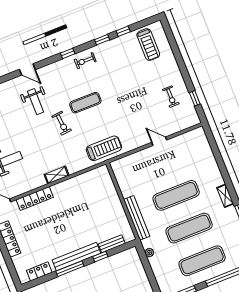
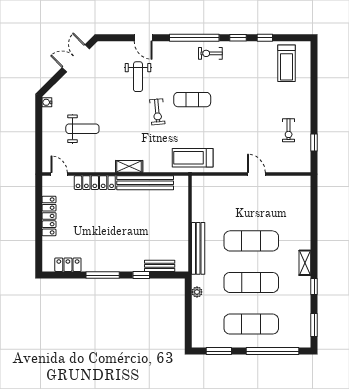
window: (68, 53) -> (194, 38), width x3.17
treadmill: (104, 148) -> (193, 158), turned 180
bench: (76, 257) -> (145, 183), moved

